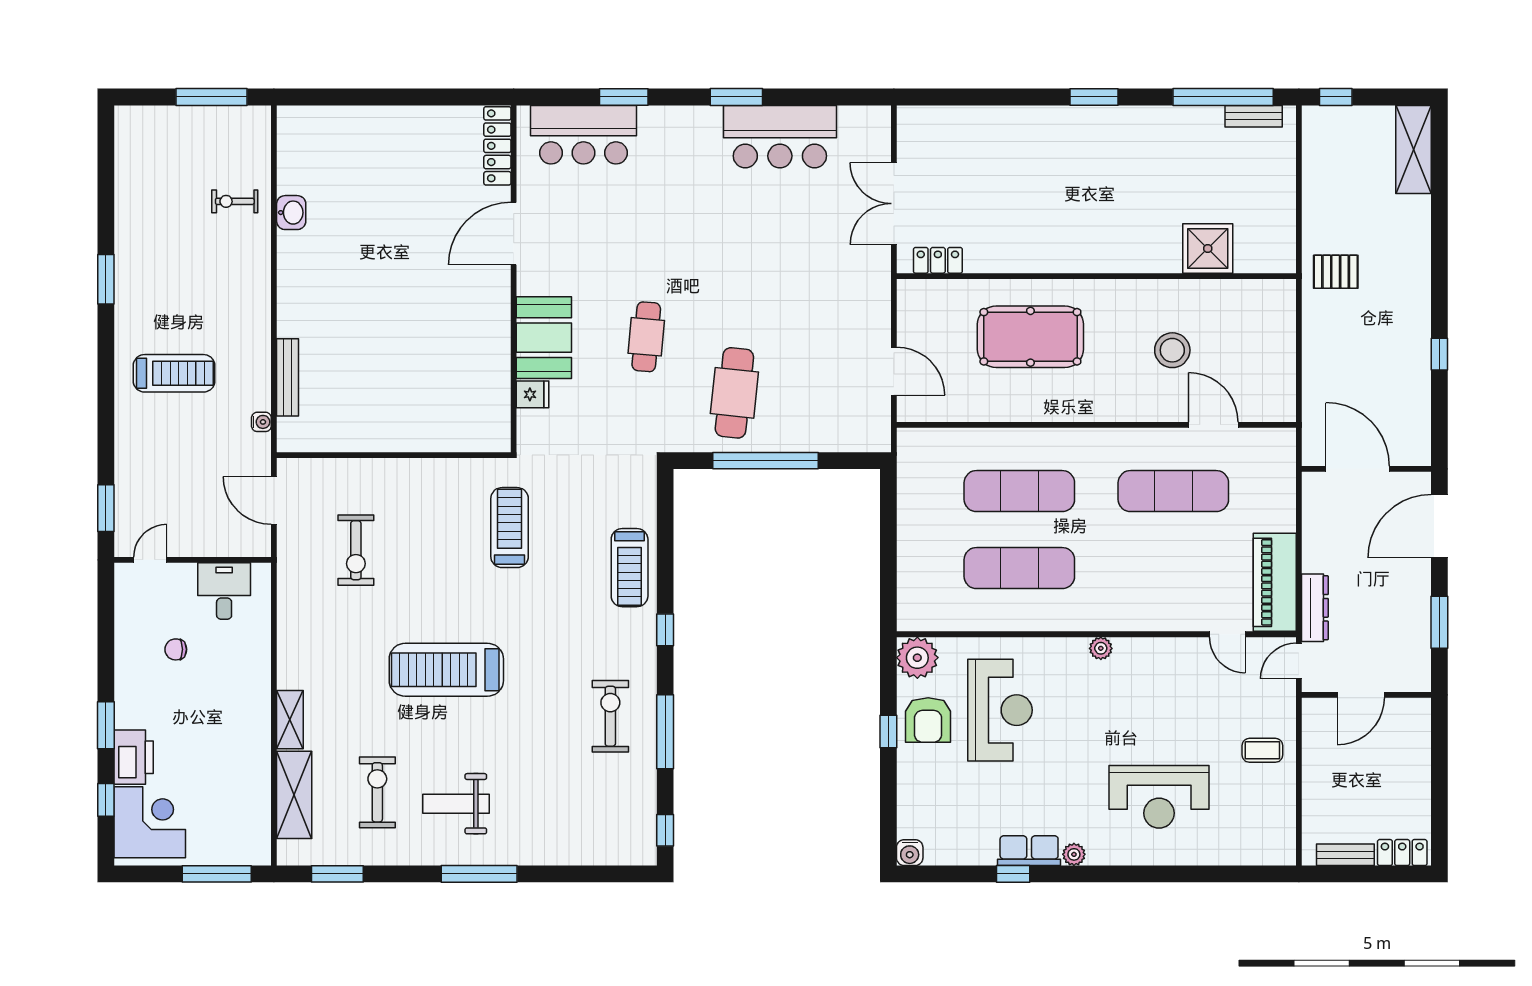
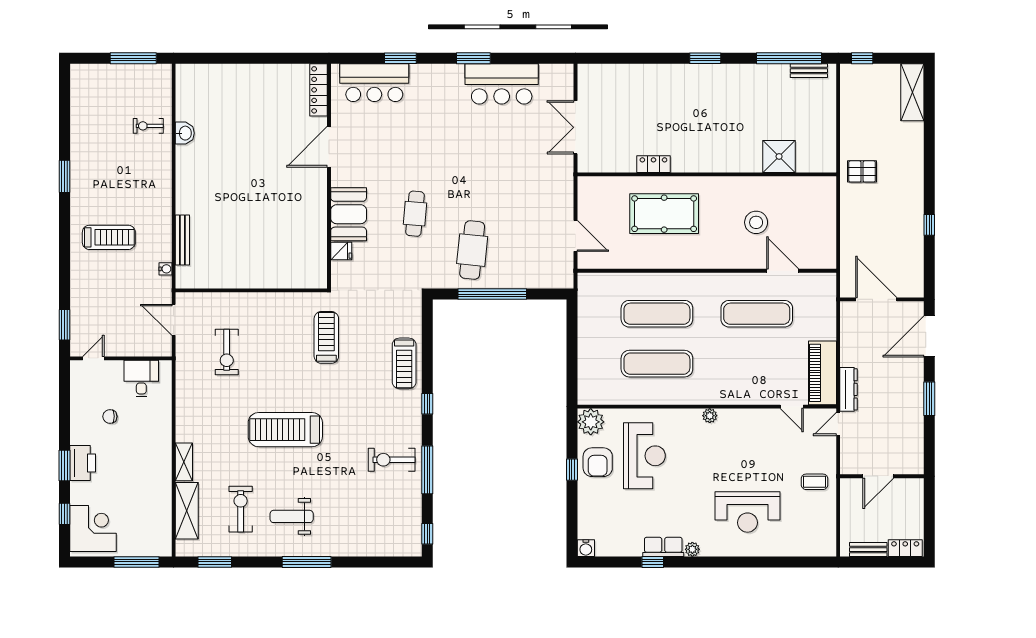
locker: (938, 260) -> (653, 164), moved
door: (1361, 695) -> (878, 476), moved
wall: (1366, 695) -> (882, 476), moved
exercise bike: (610, 716) -> (392, 460), turned -90
printer: (134, 757) -> (83, 463), moved

